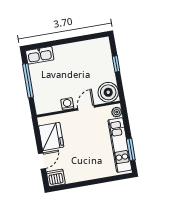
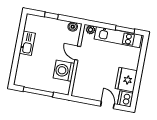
kitchen sink: (40, 55) -> (27, 43), moved
boiler: (108, 92) -> (73, 27), width x0.54, depth x0.54
washing machine: (67, 104) -> (64, 71), width x1.89, depth x1.89
fridge: (51, 136) -> (126, 80), moved, turned -90

